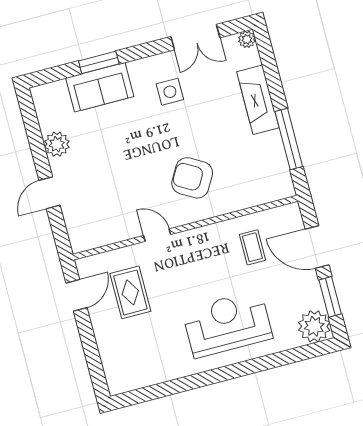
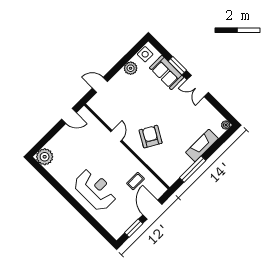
double door: (195, 37) -> (198, 86), moved
side table: (170, 92) -> (145, 54), moved
door: (50, 193) -> (100, 85), moved
rug: (130, 292) -> (84, 139), removed
plant: (314, 326) -> (45, 157), moved

